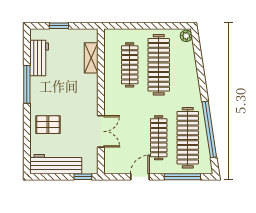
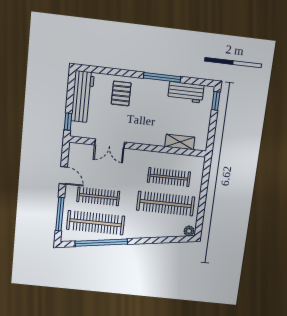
window: (59, 26) -> (216, 101), moved

